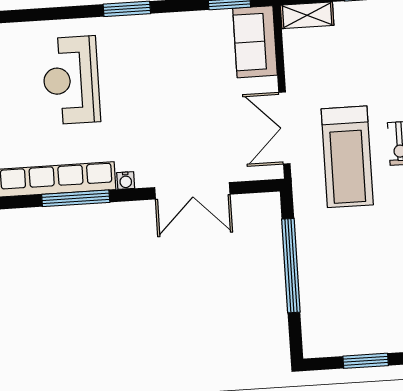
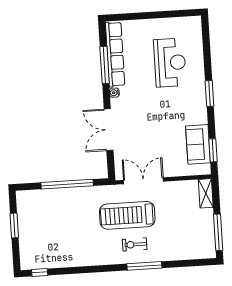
sofa: (255, 42) -> (198, 144), moved, turned -90
reception desk: (71, 80) -> (170, 63), turned 90

